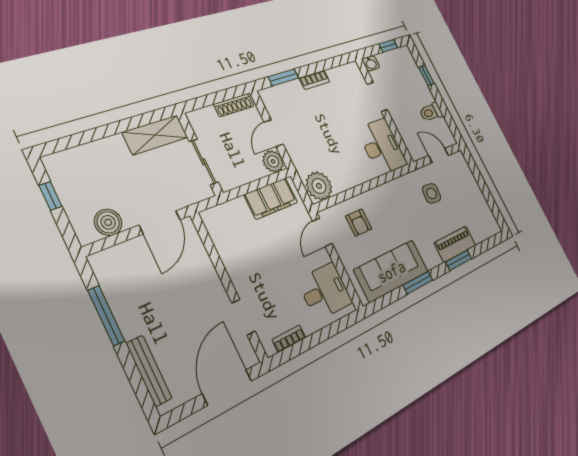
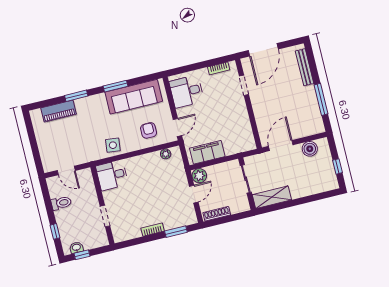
washbasin: (371, 63) -> (76, 248), moved
desk: (382, 147) -> (112, 175), width x0.73
plant: (319, 186) -> (166, 154), width x0.53, depth x0.53
side table: (432, 193) -> (113, 145), moved
piano: (455, 244) -> (59, 111), moved

